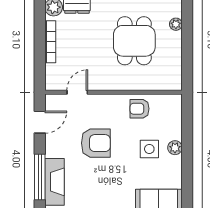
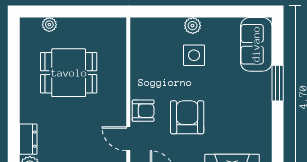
armchair: (140, 109) -> (143, 111), moved, turned -90

